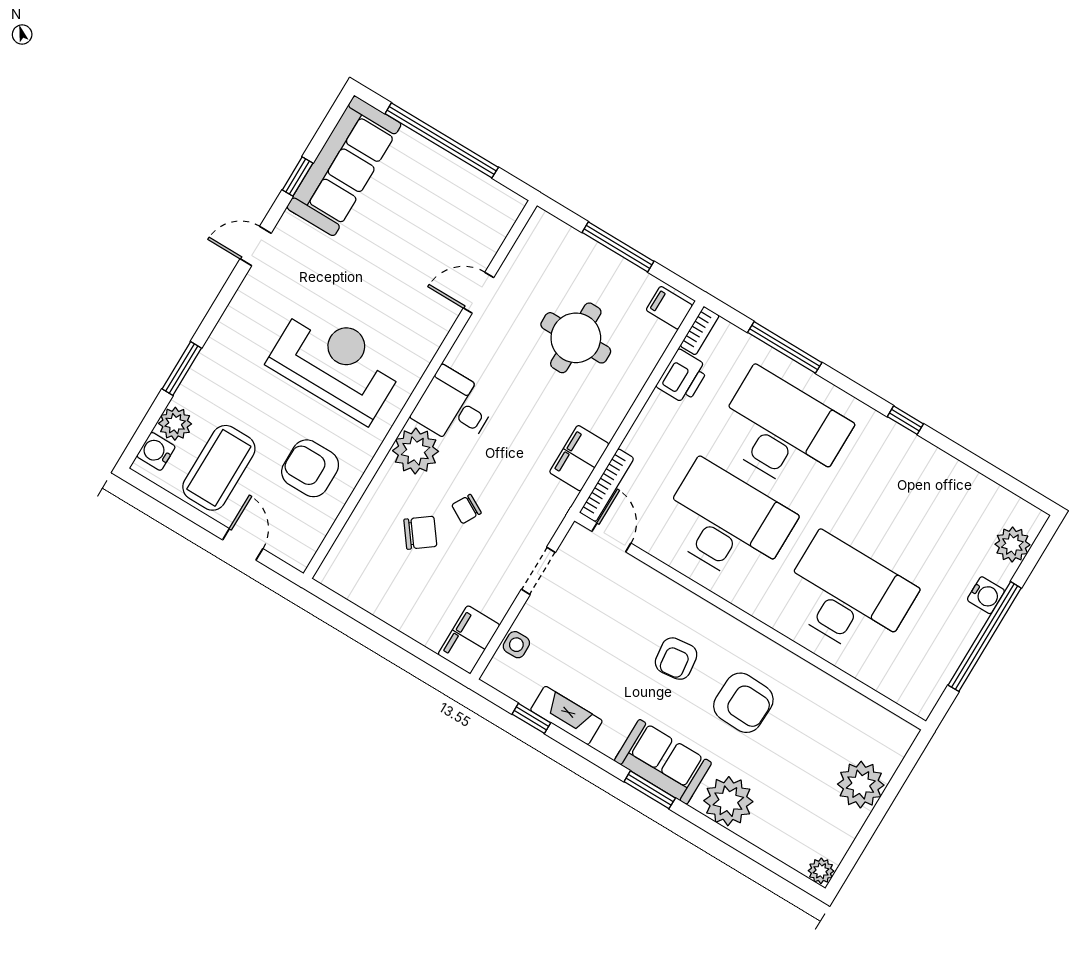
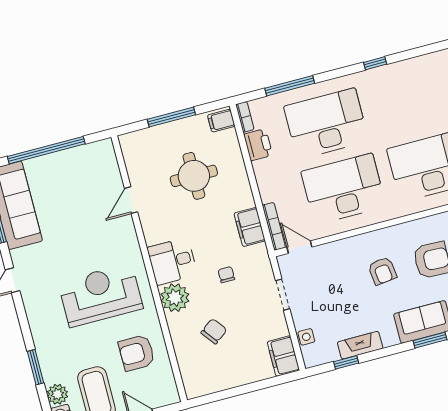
chair: (466, 509) -> (226, 275), moved, turned 151

